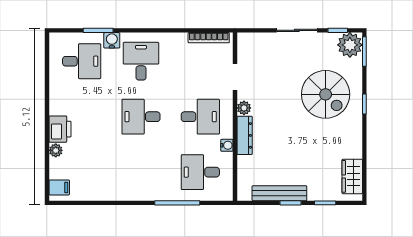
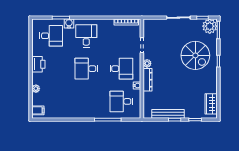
printer: (60, 129) -> (38, 64), moved

